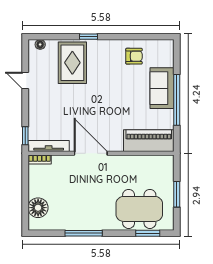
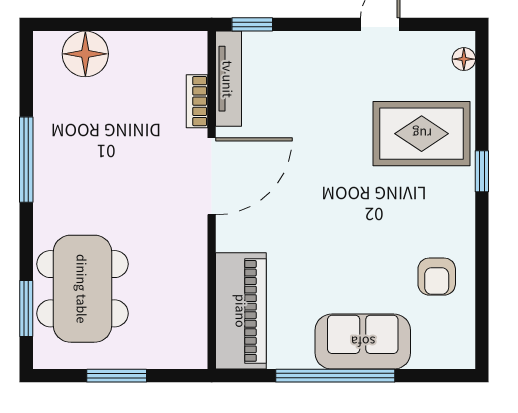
bookcase: (40, 160) -> (197, 101), moved

